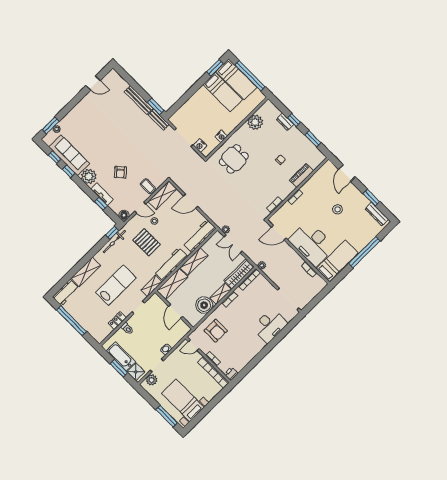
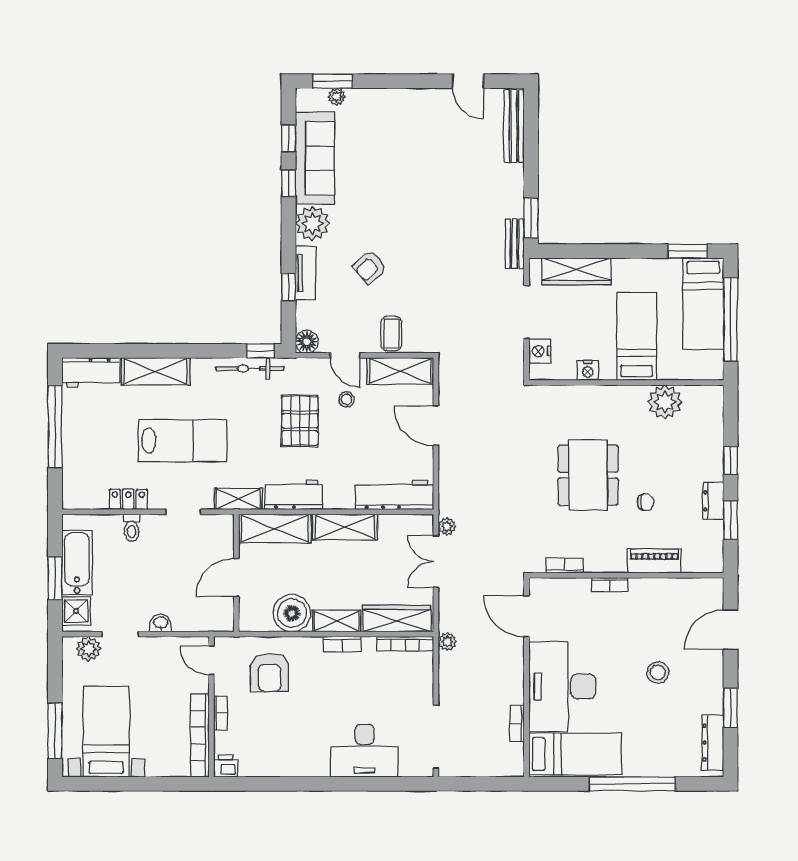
bed: (223, 92) -> (637, 336), moved, turned 180
bench: (139, 100) -> (514, 126), moved
wardrobe: (187, 109) -> (576, 271), added
dresser: (285, 122) -> (713, 501), moved
dining table: (234, 159) -> (588, 475), moved, width x1.37
workbench: (171, 264) -> (294, 495), width x0.73

